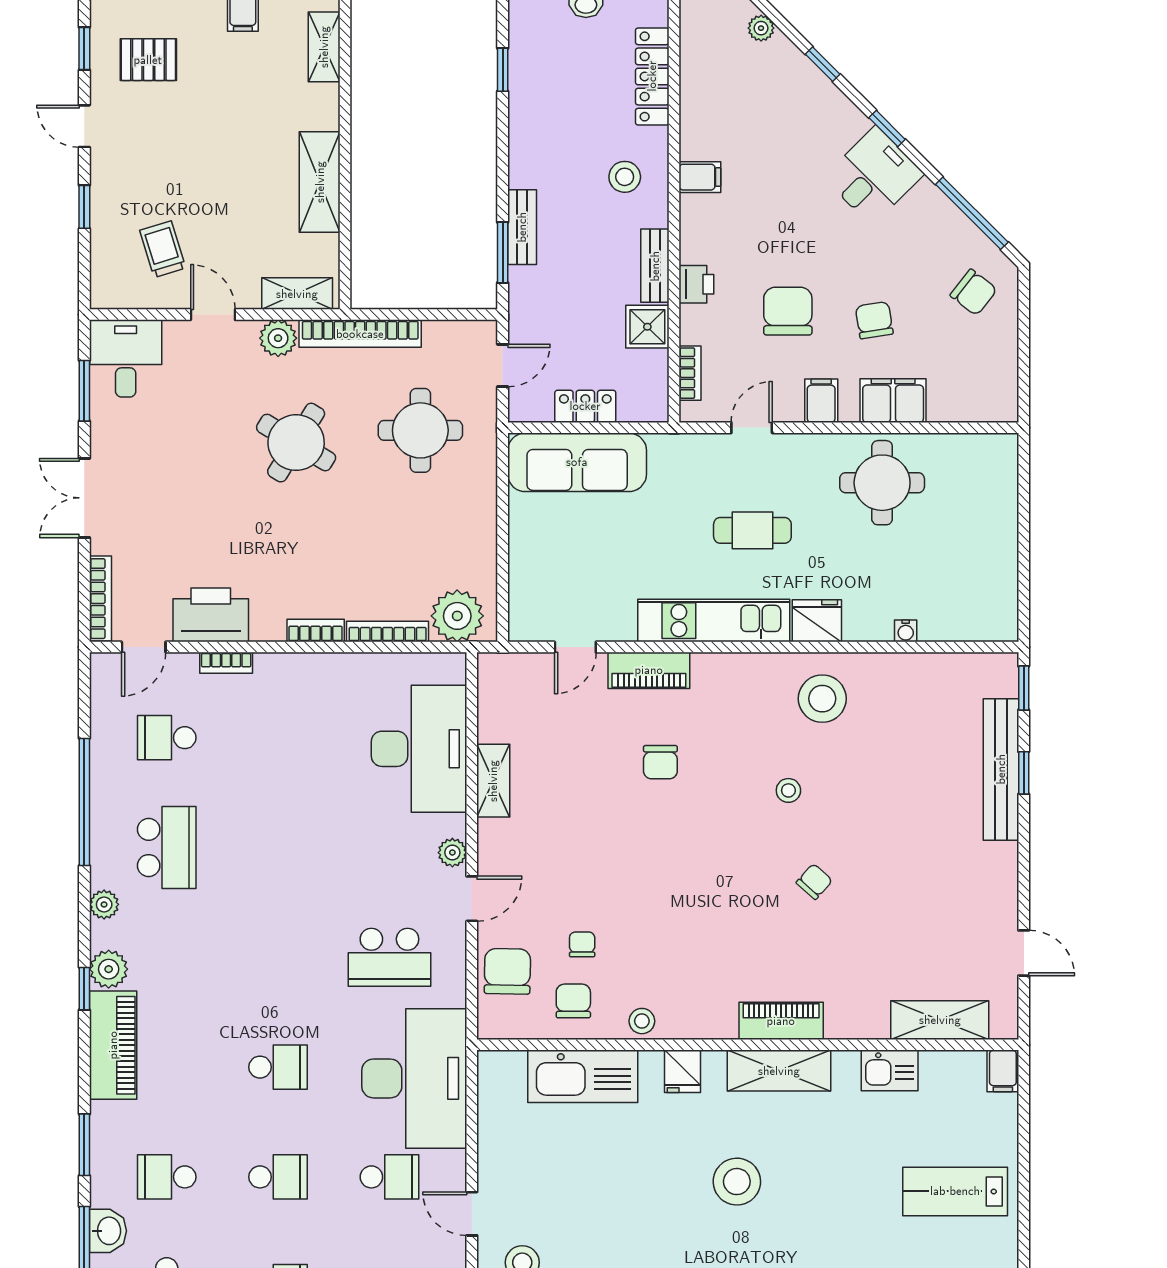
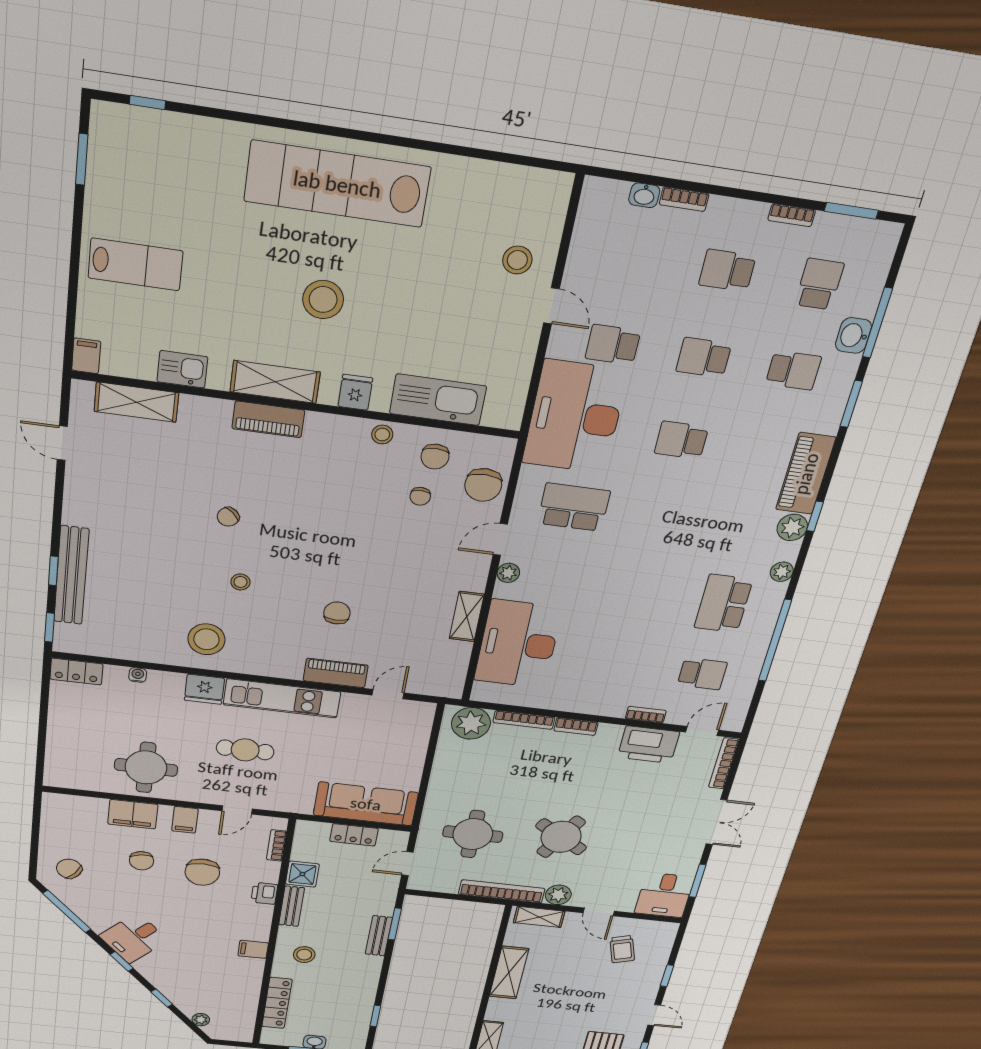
locker: (985, 625) -> (76, 672), added

